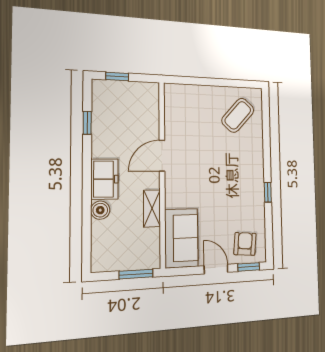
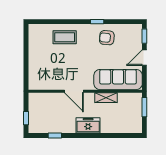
coffee table: (238, 115) -> (65, 37), moved, turned -42
boiler: (100, 210) -> (106, 128), removed
sofa: (181, 238) -> (118, 80), width x1.36
armchair: (245, 244) -> (107, 38), moved

